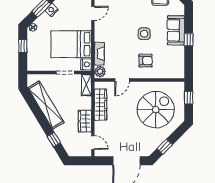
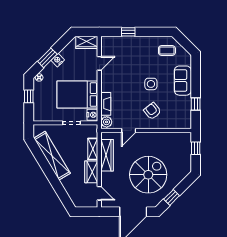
window: (189, 40) -> (196, 104), moved
armchair: (146, 61) -> (152, 111), turned -128
shelving: (86, 85) -> (93, 149), moved
spiral stairs: (156, 110) -> (148, 175), moved
window: (54, 140) -> (60, 190), removed

